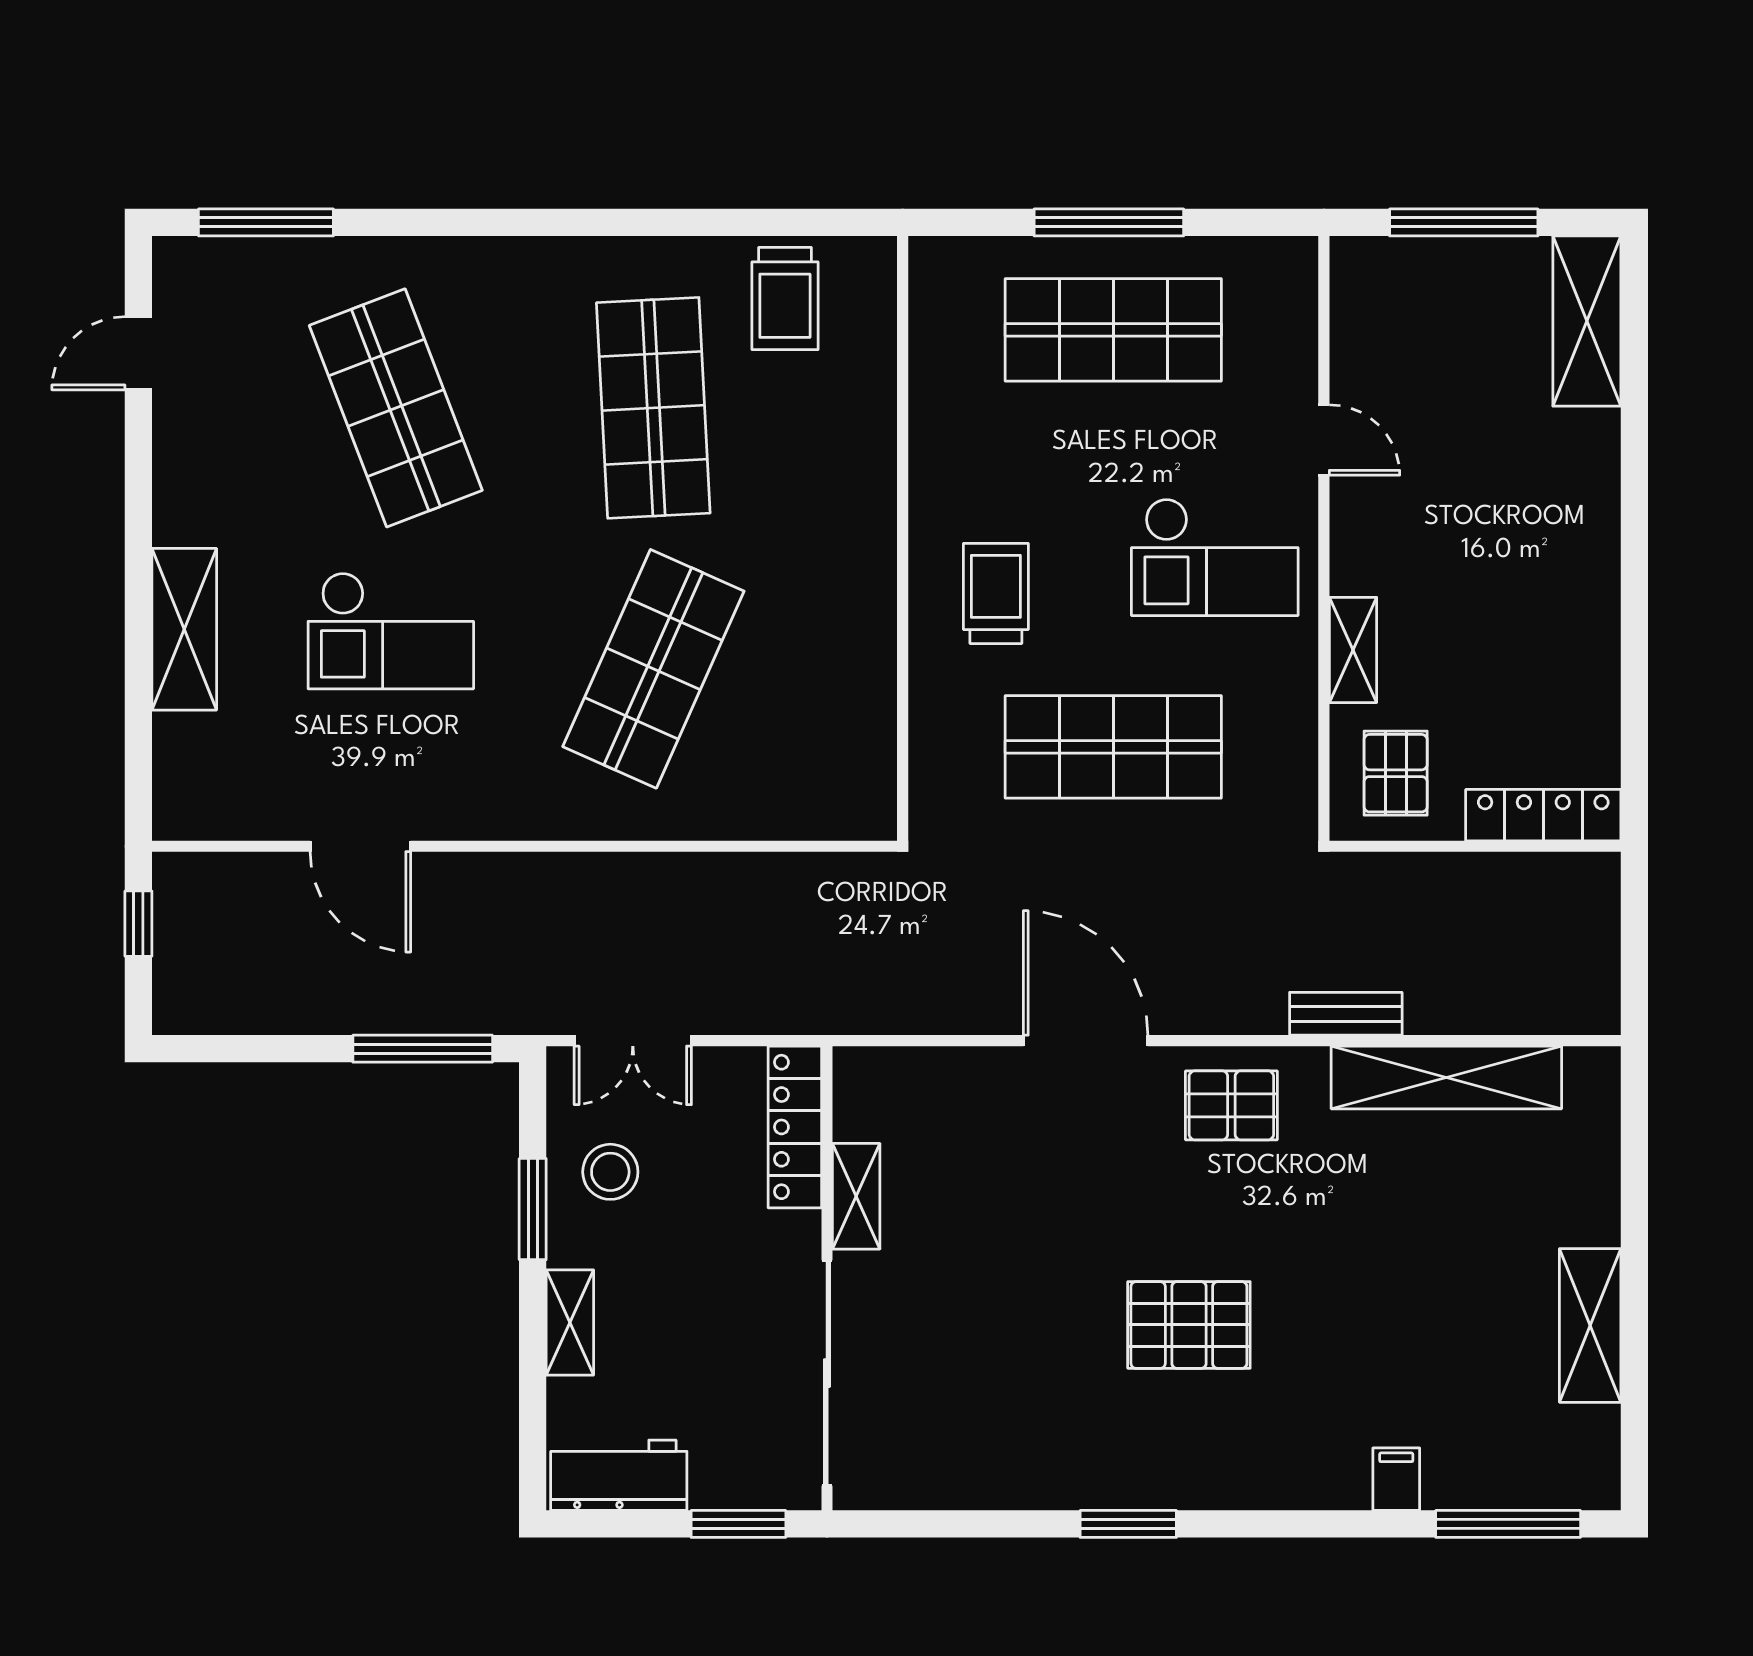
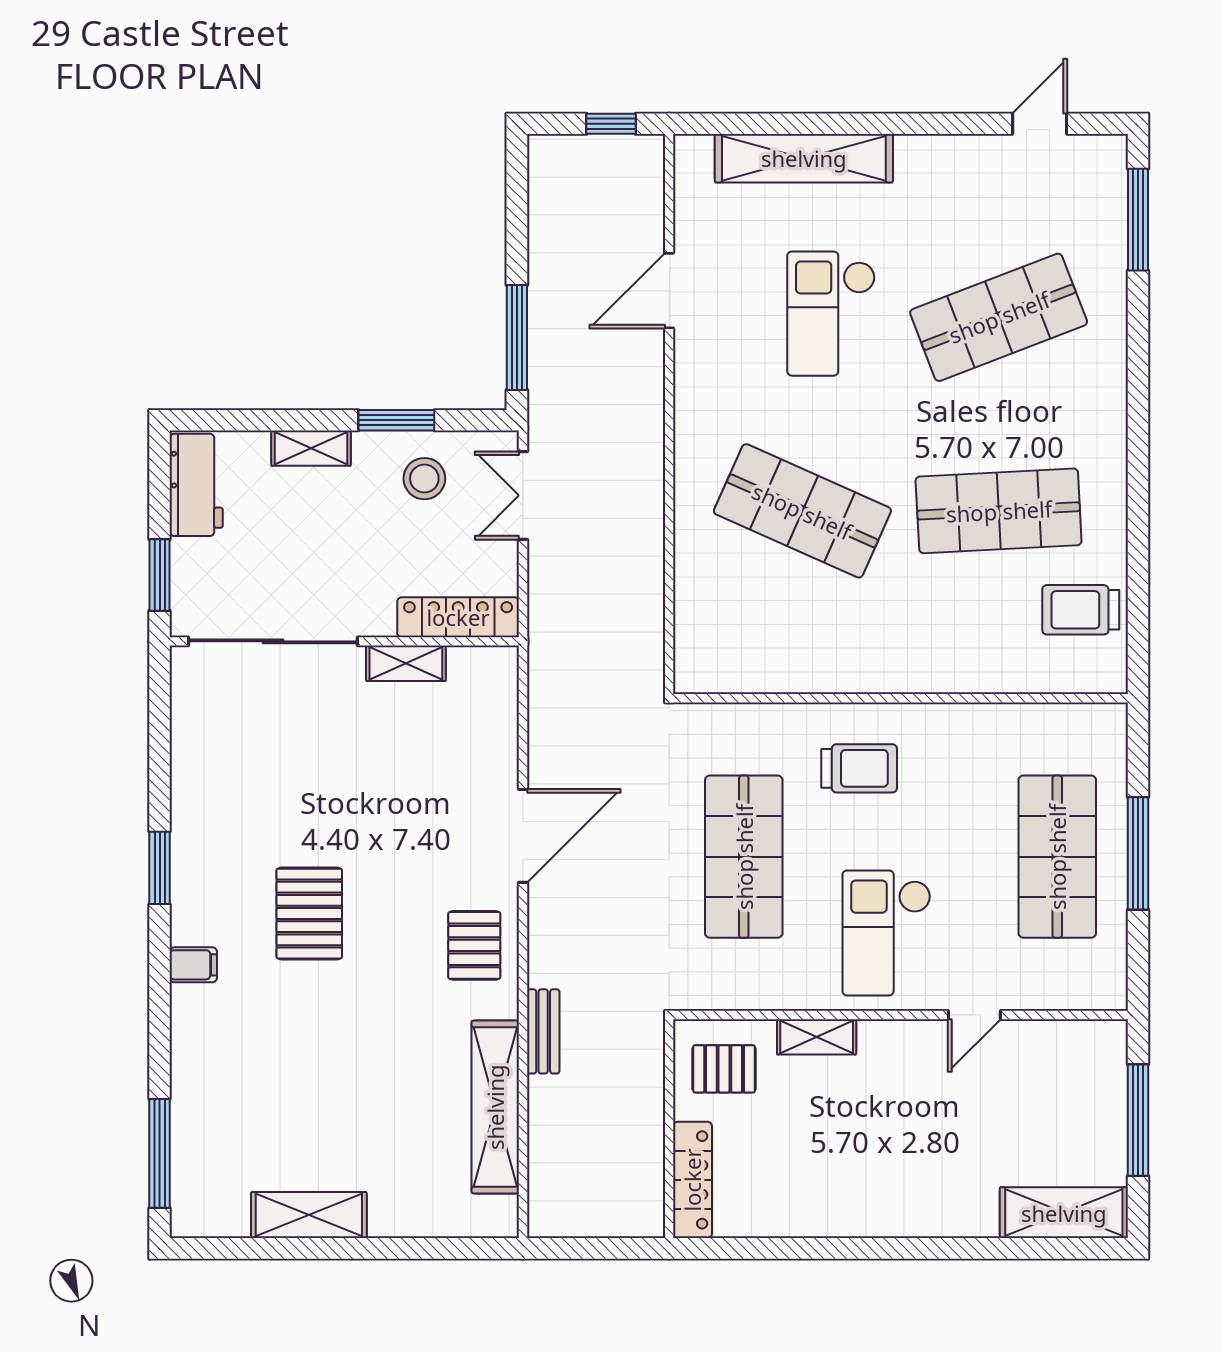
door: (138, 353) -> (1040, 124), hinge flipped
shelving: (184, 629) -> (804, 158), width x1.47
filing cabinet: (1396, 1479) -> (193, 965), moved

